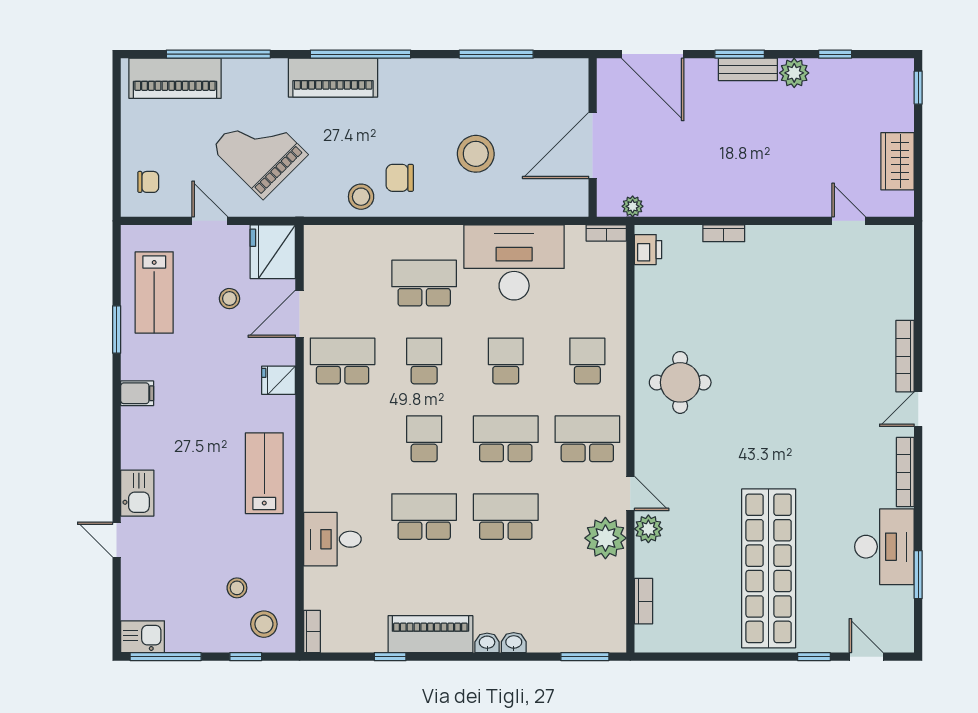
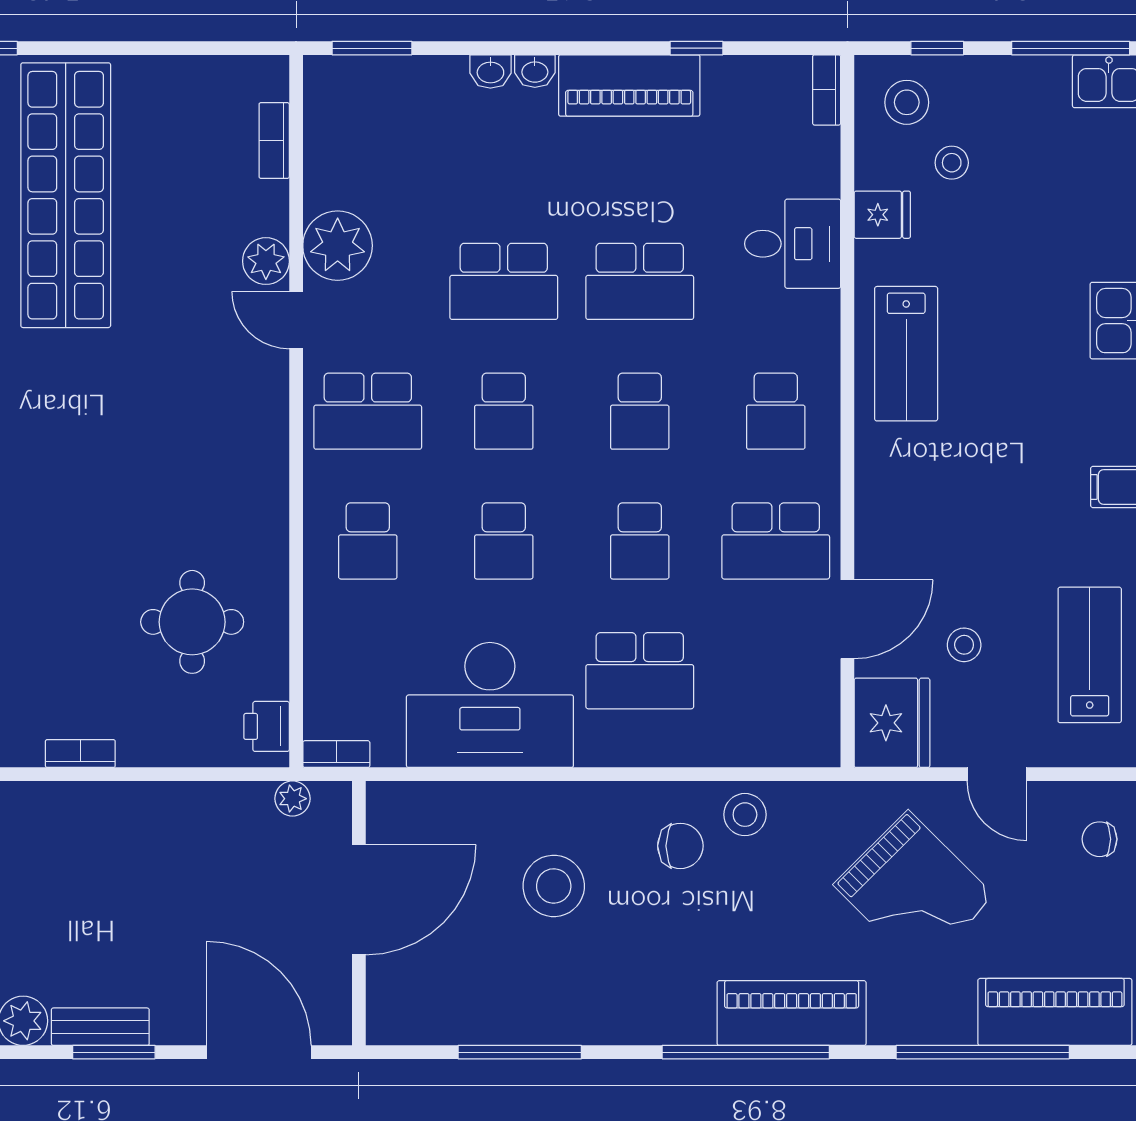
bookcase: (724, 233) -> (80, 754), moved
fridge: (279, 380) -> (882, 215), moved
round table: (680, 382) -> (192, 622), moved
school desk: (343, 439) -> (776, 411), added
school desk: (506, 439) -> (504, 411), width x0.54

